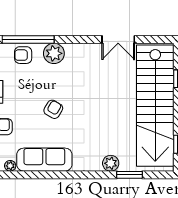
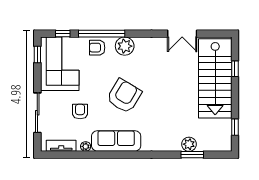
stairs: (155, 106) -> (215, 78), width x0.73
armchair: (53, 109) -> (124, 96), width x1.88, depth x1.88
plant: (111, 163) -> (189, 144), moved

